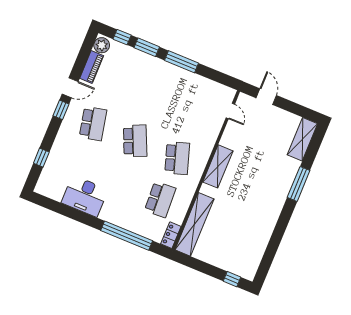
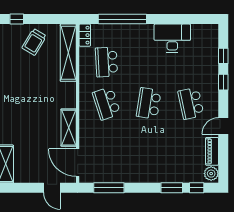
window: (182, 62) -> (109, 188), moved
window: (61, 110) -> (223, 82), moved
door: (230, 111) -> (78, 163), width x1.87
school desk: (135, 141) -> (149, 103), turned 33
shelving: (218, 166) -> (69, 128), moved
trolley: (224, 249) -> (34, 42), added

